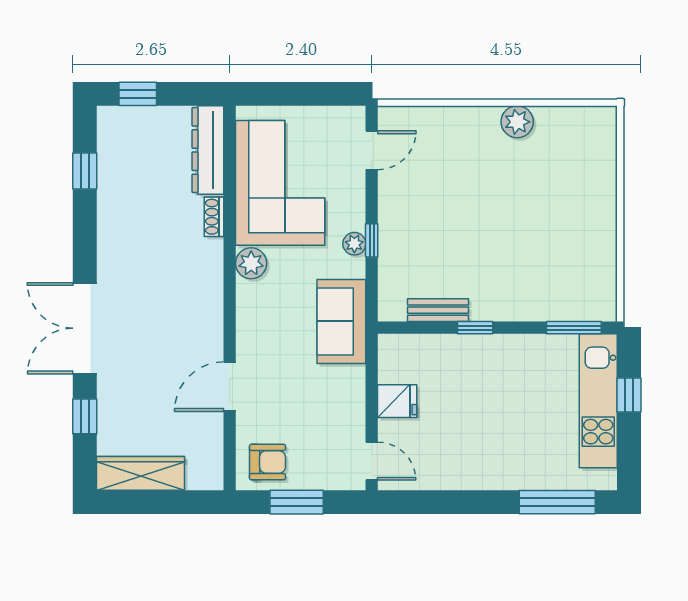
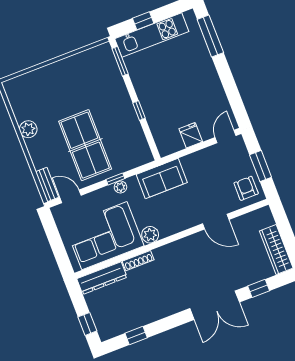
table tennis table: (451, 210) -> (85, 145), added
shoe rack: (214, 217) -> (138, 261), width x1.43
bench: (438, 310) -> (47, 184), moved

